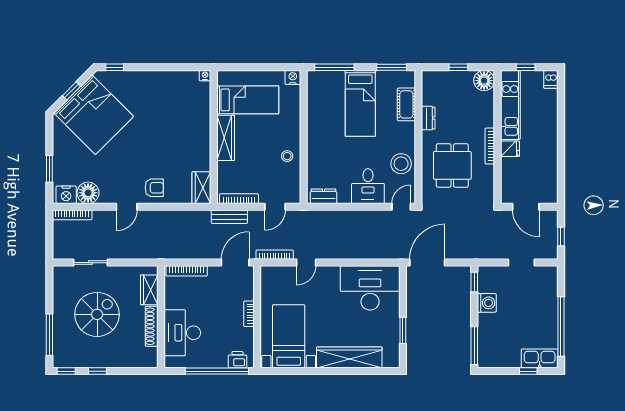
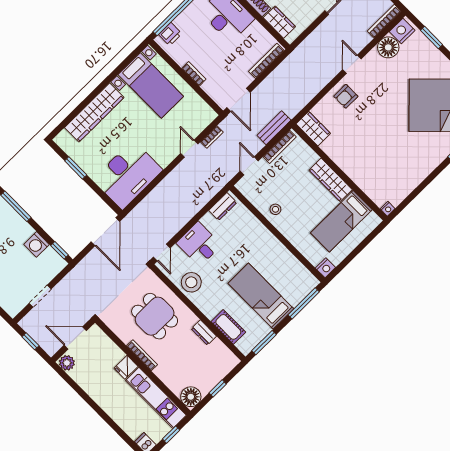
plant: (550, 195) -> (67, 363), added
bookcase: (275, 255) -> (212, 137), width x0.64

